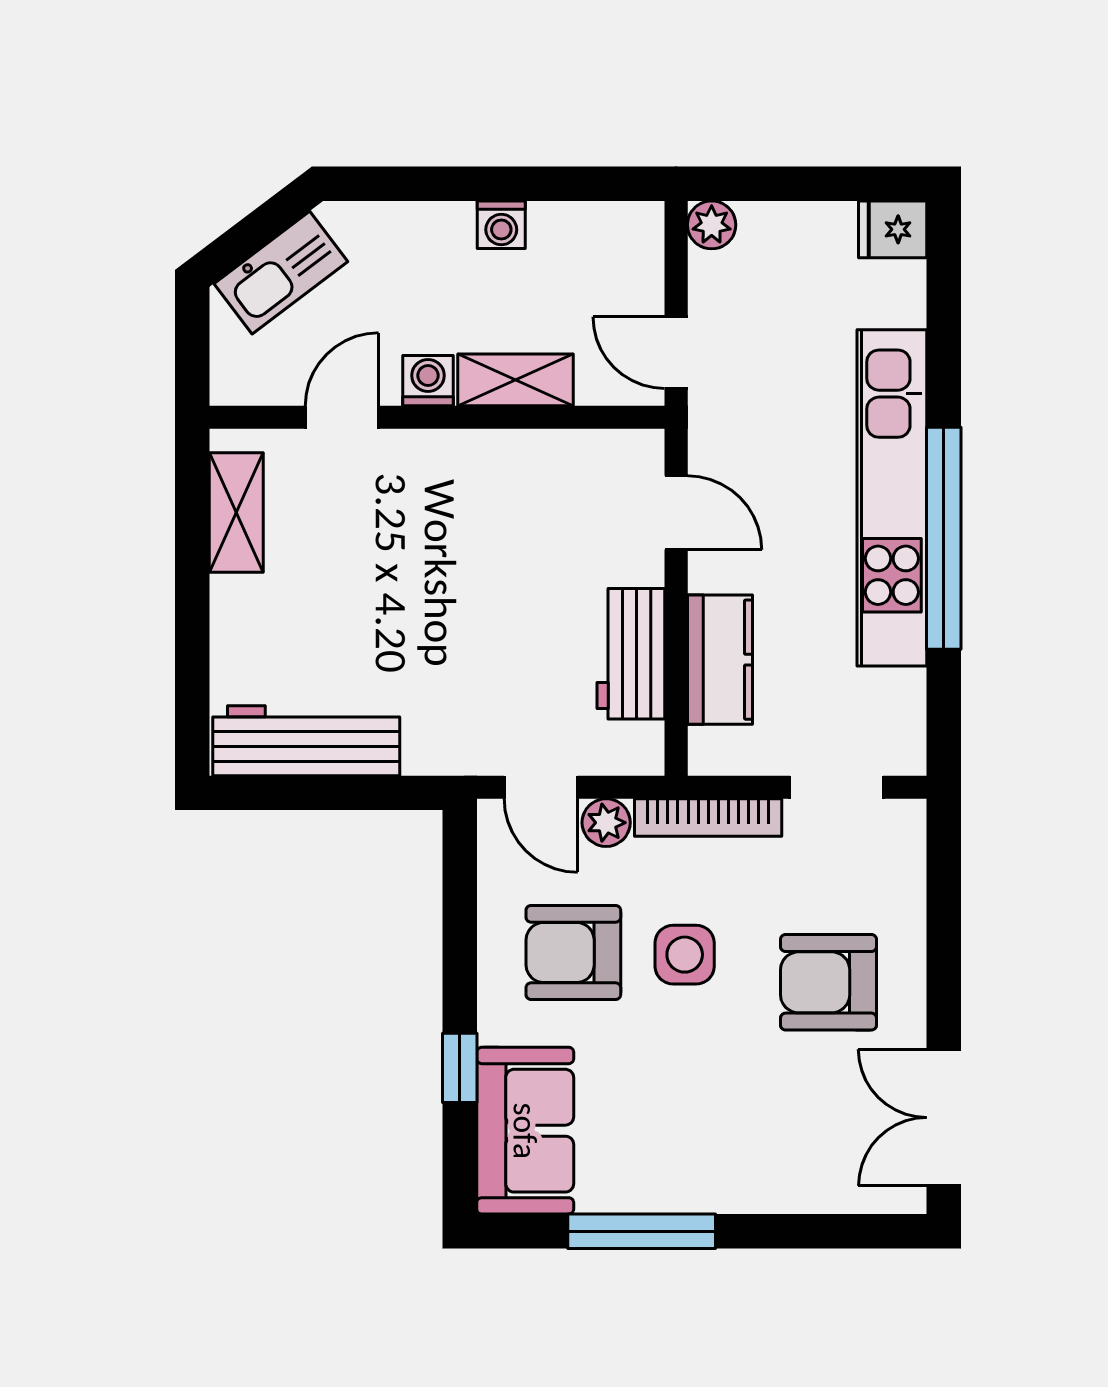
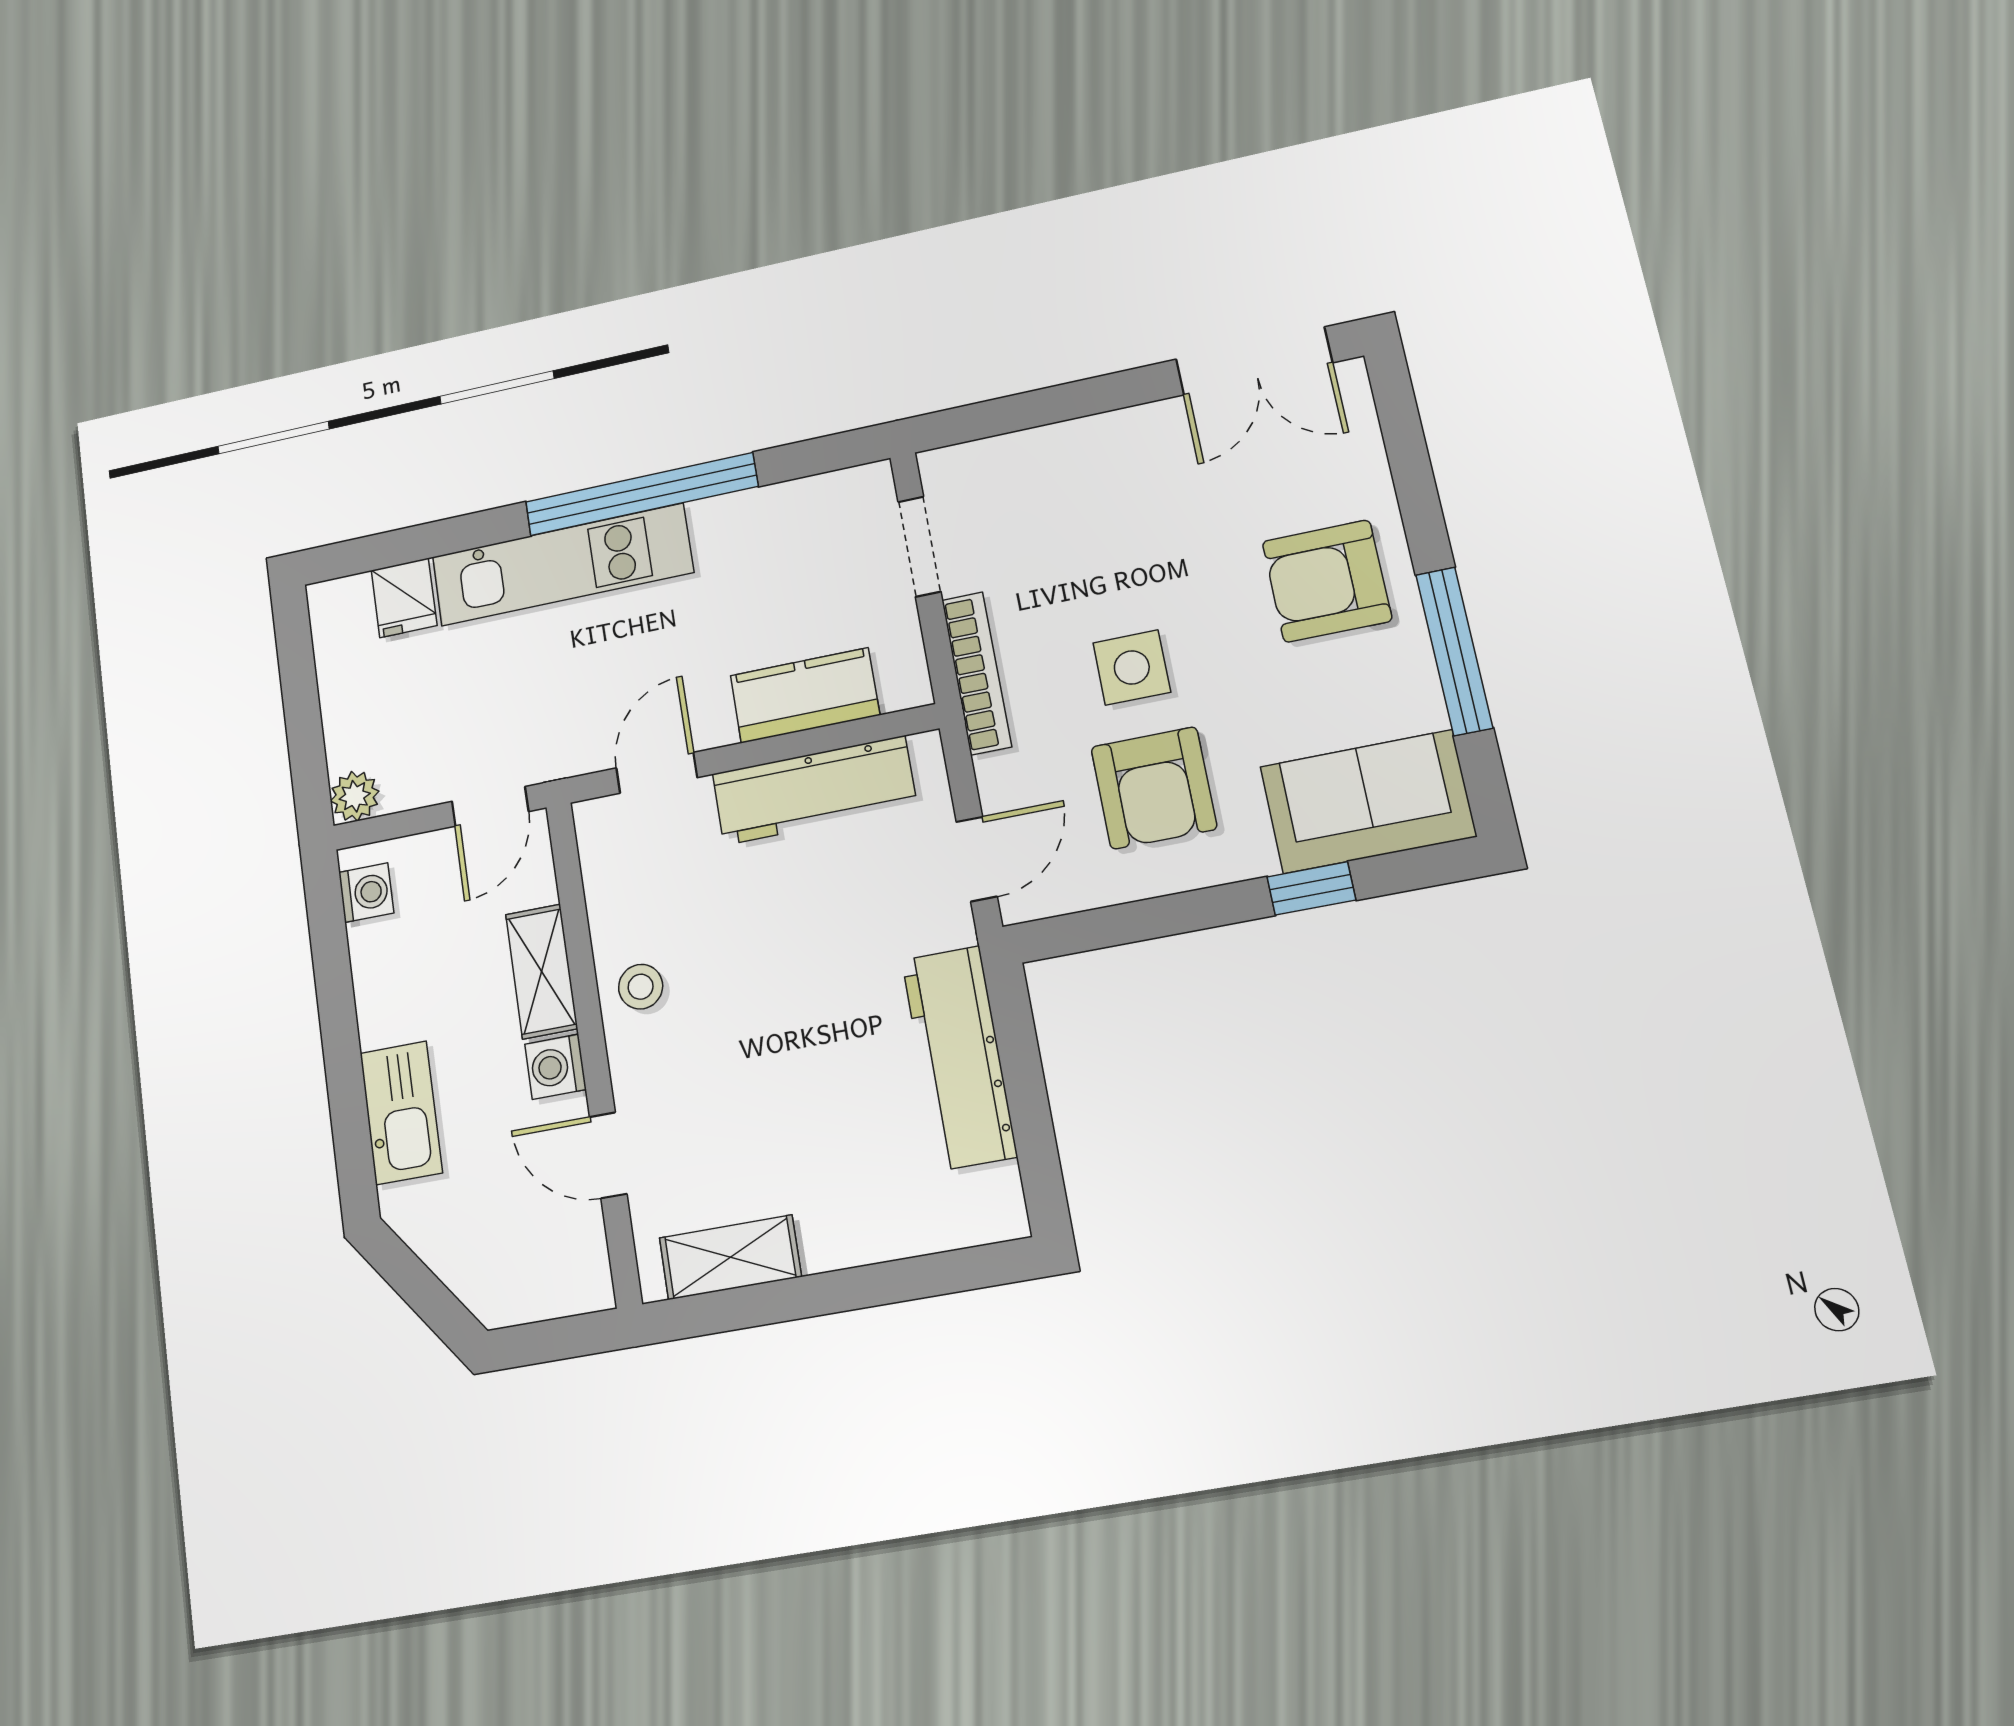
washing machine: (501, 225) -> (366, 893), moved
fridge: (893, 229) -> (404, 598), moved
kitchen sink: (281, 273) -> (401, 1113), moved, turned 37
stool: (485, 469) -> (641, 987), added
kitchen unit: (892, 498) -> (562, 565), width x0.73
workbench: (631, 654) -> (814, 790), width x1.38
workbench: (306, 741) -> (959, 1058), moved
plant: (606, 823) -> (1003, 781), removed
armchair: (829, 982) -> (1327, 581), moved, turned 90

